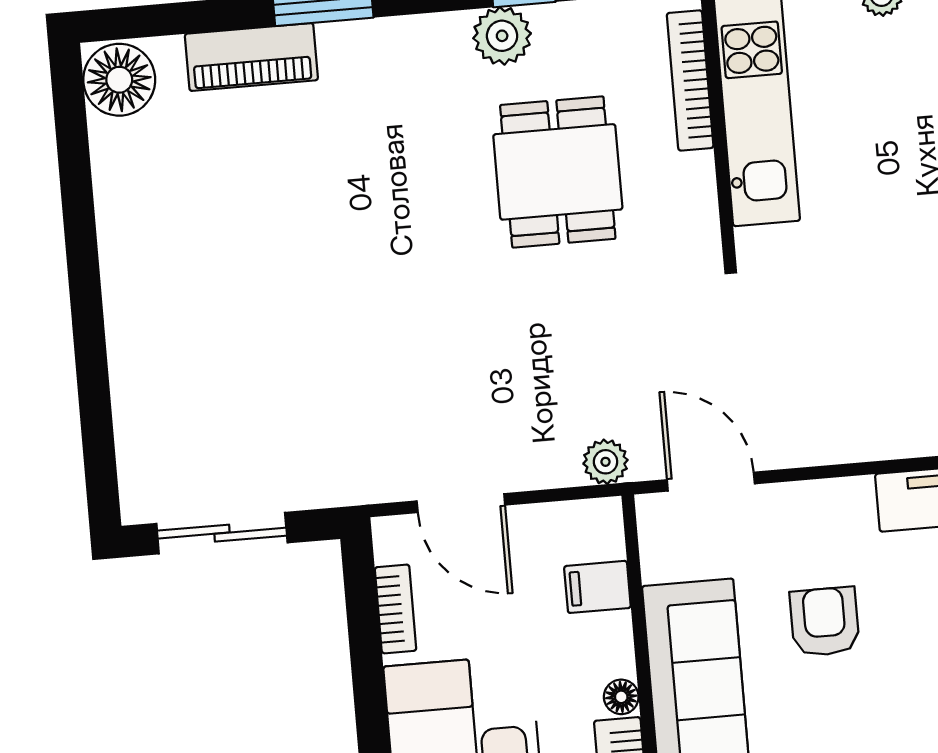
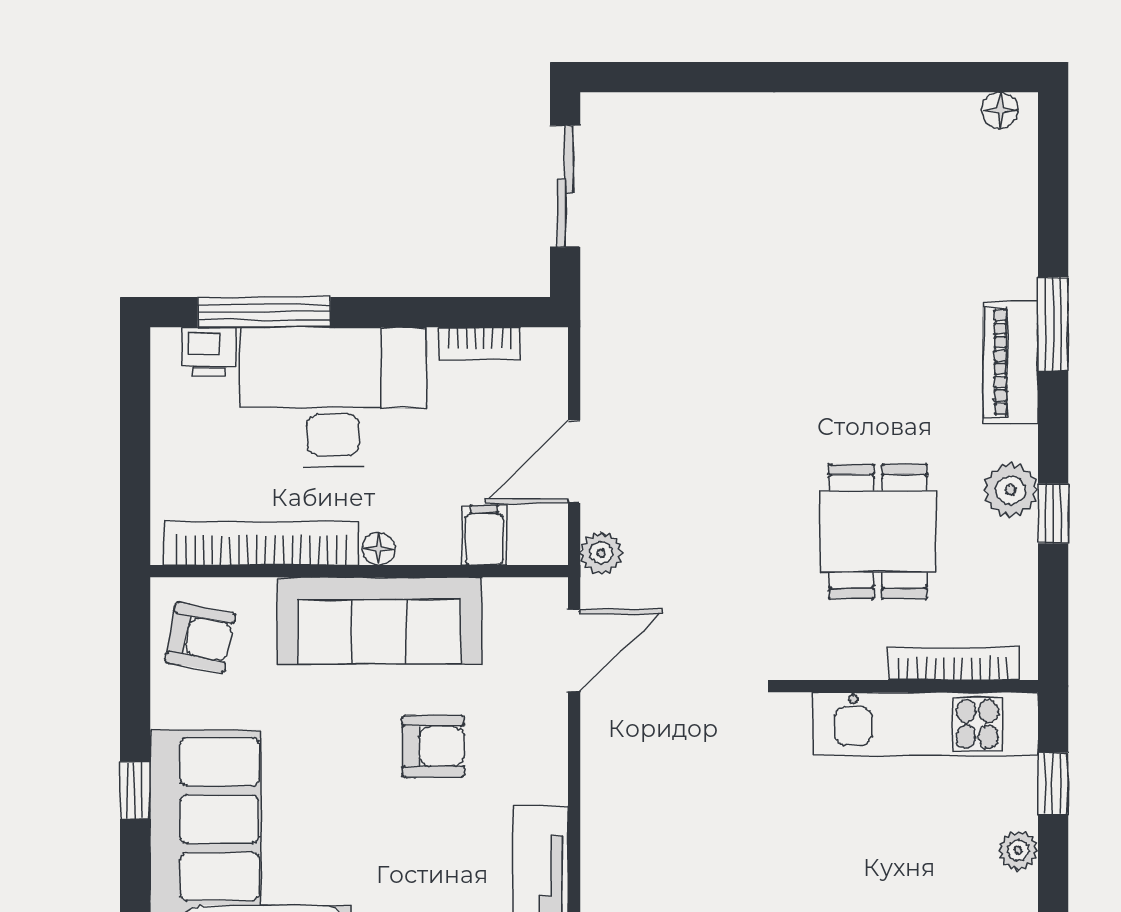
piano: (251, 57) -> (1011, 362), moved
floor lamp: (119, 80) -> (1000, 110), width x0.53, depth x0.53
dining table: (558, 172) -> (878, 531), turned 90
door: (461, 503) -> (574, 462), moved

